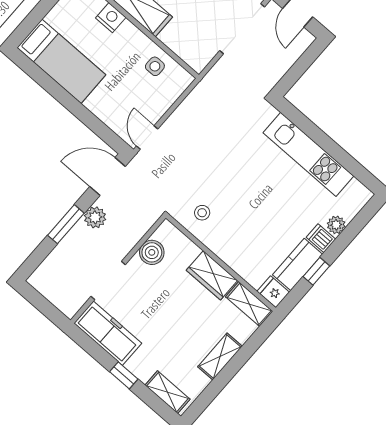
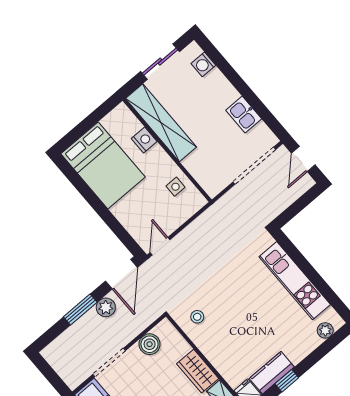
bed: (61, 61) -> (103, 165), width x1.50
door: (107, 176) -> (121, 274), swing flipped
plant: (336, 225) -> (325, 330), moved
dishwasher: (321, 238) -> (295, 353), removed

